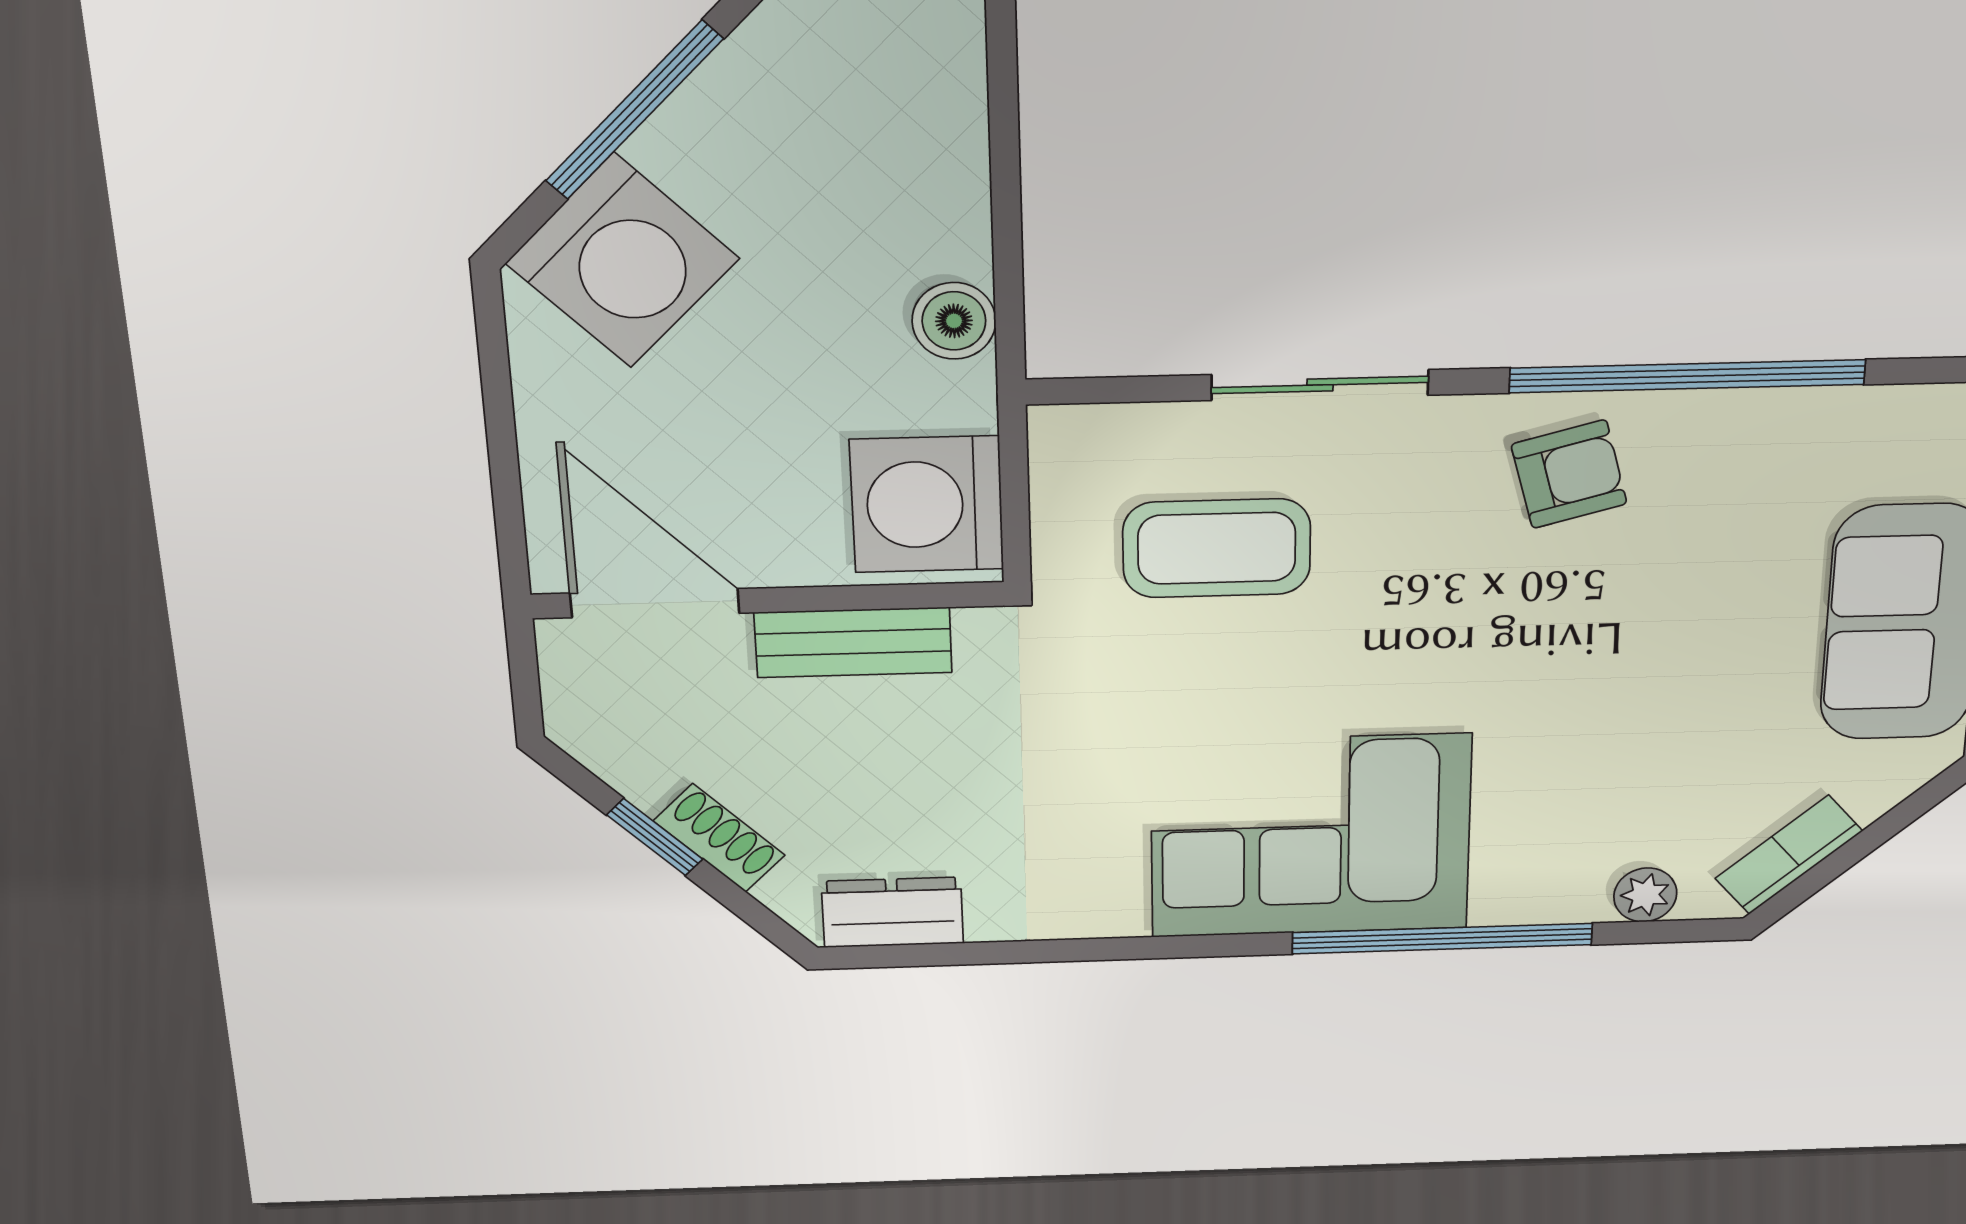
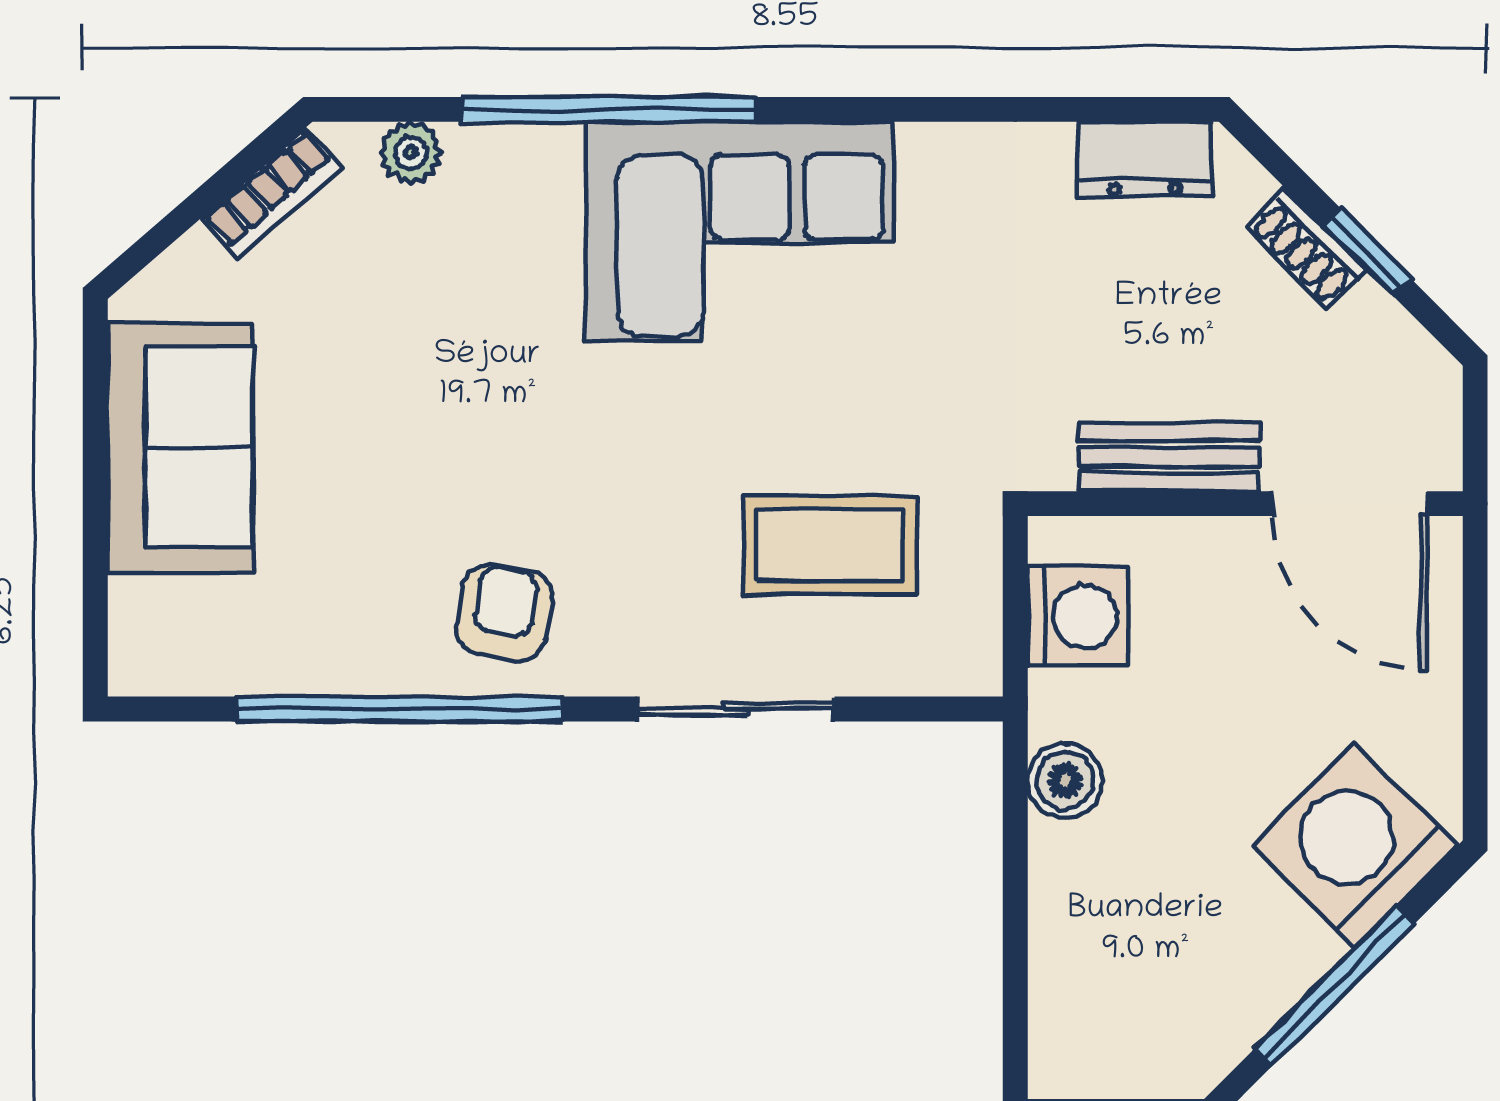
armchair: (1569, 474) -> (504, 613), turned 114
washing machine: (927, 504) -> (1077, 617), width x0.73, depth x0.73

